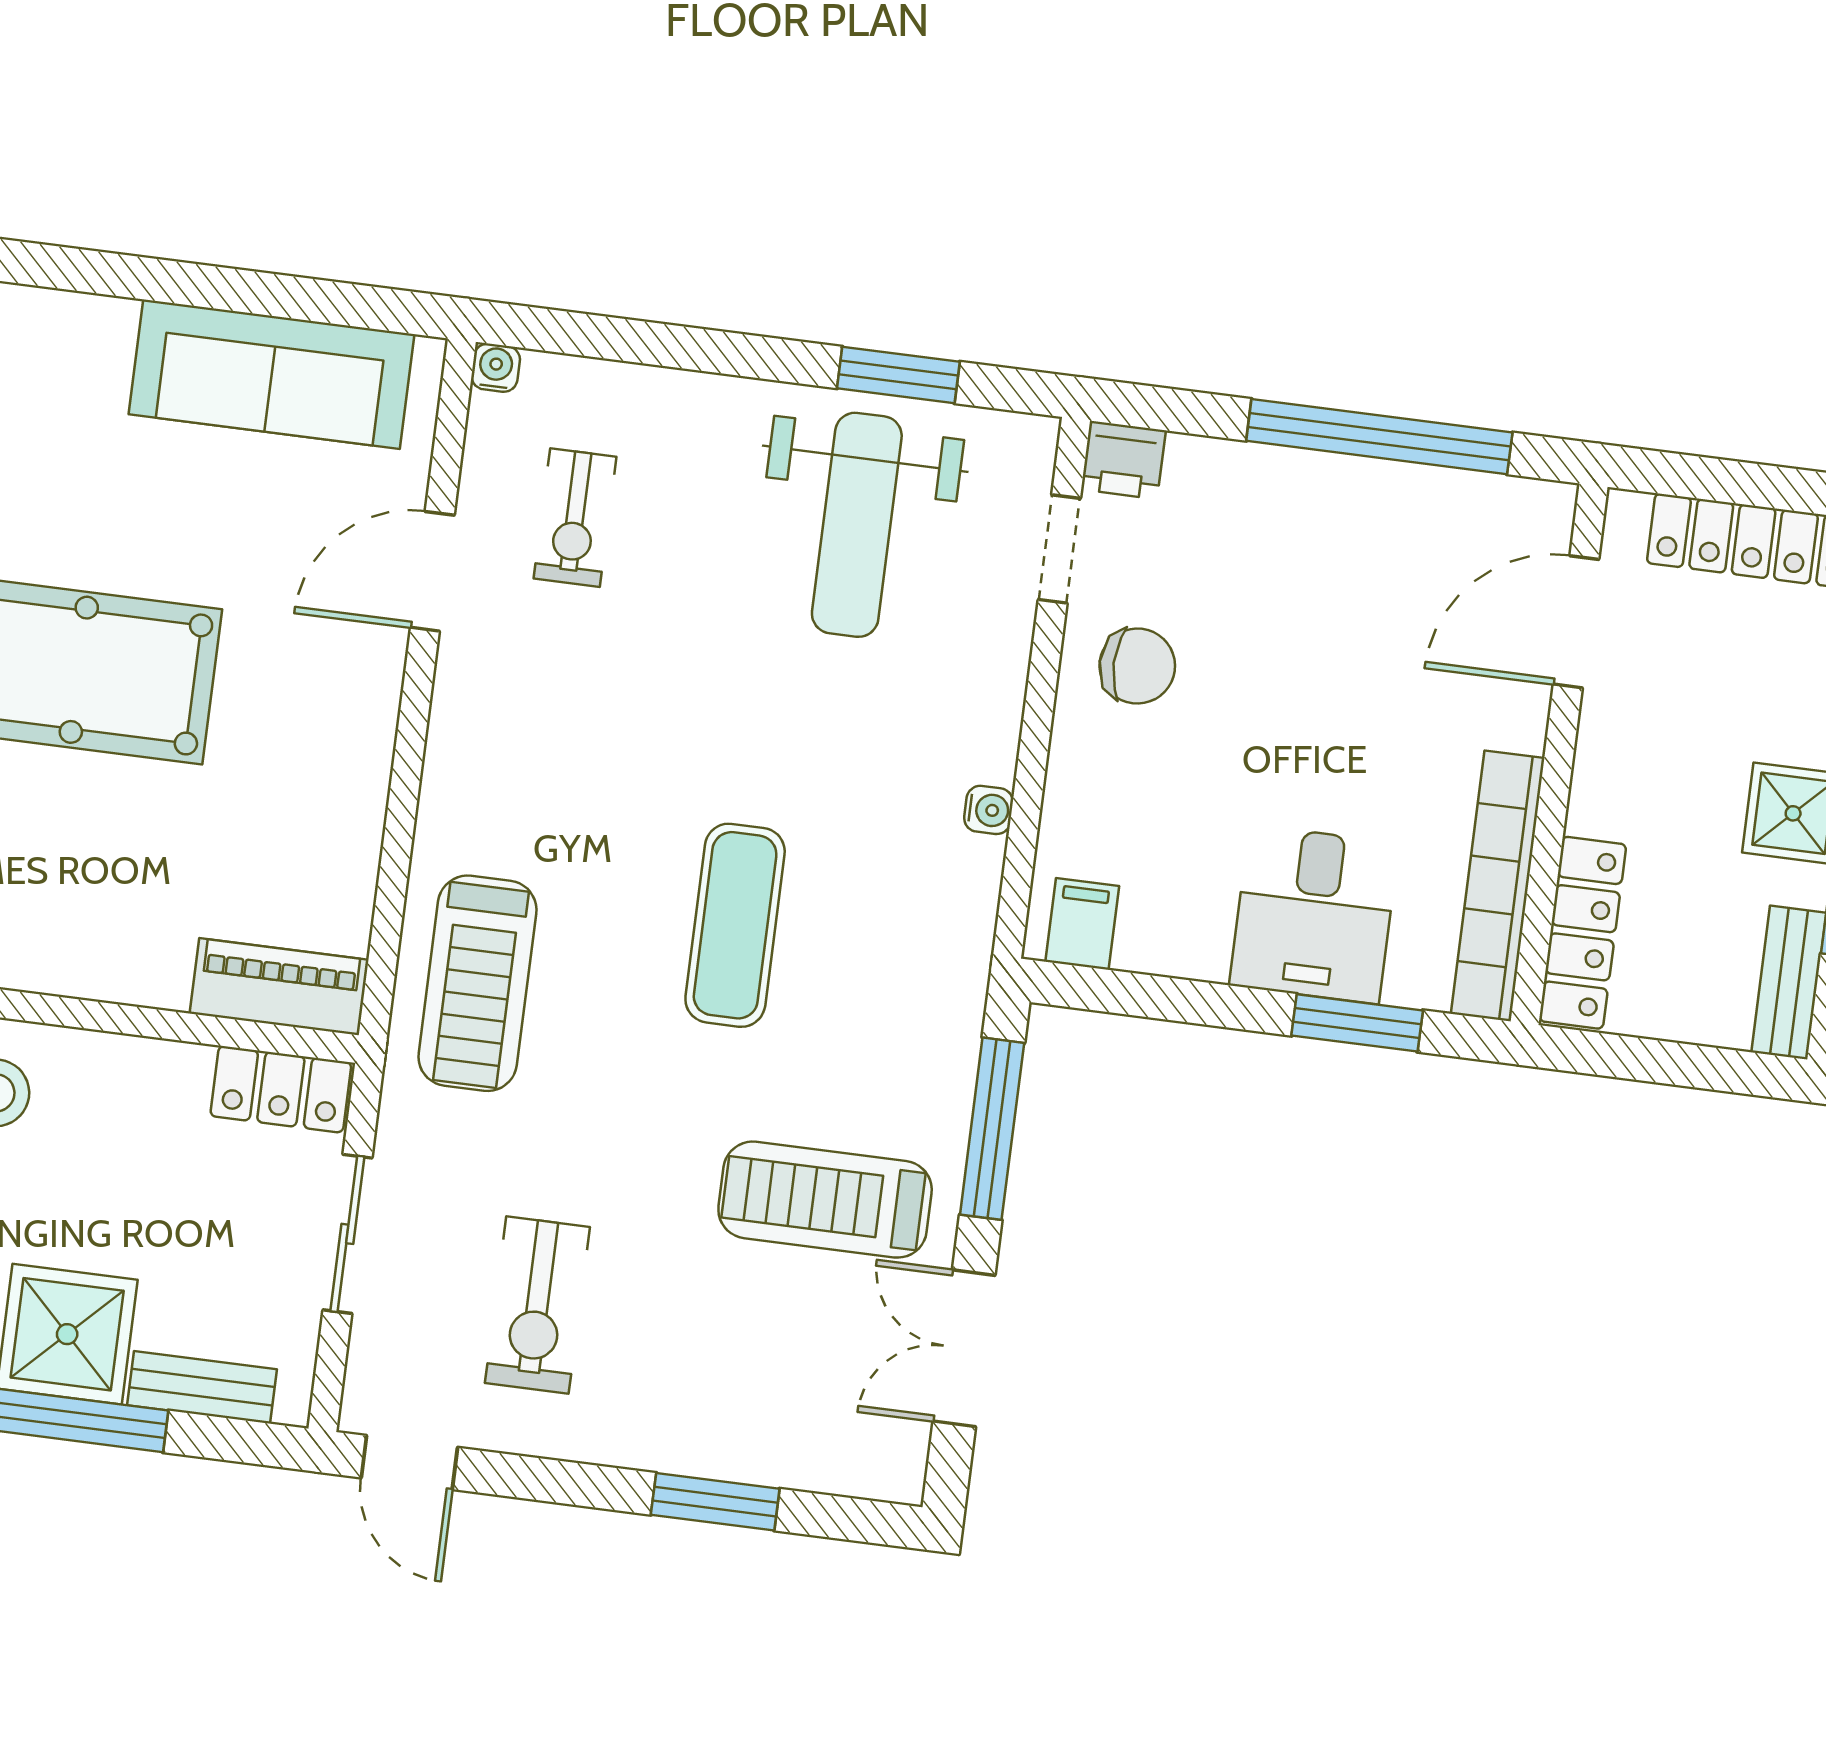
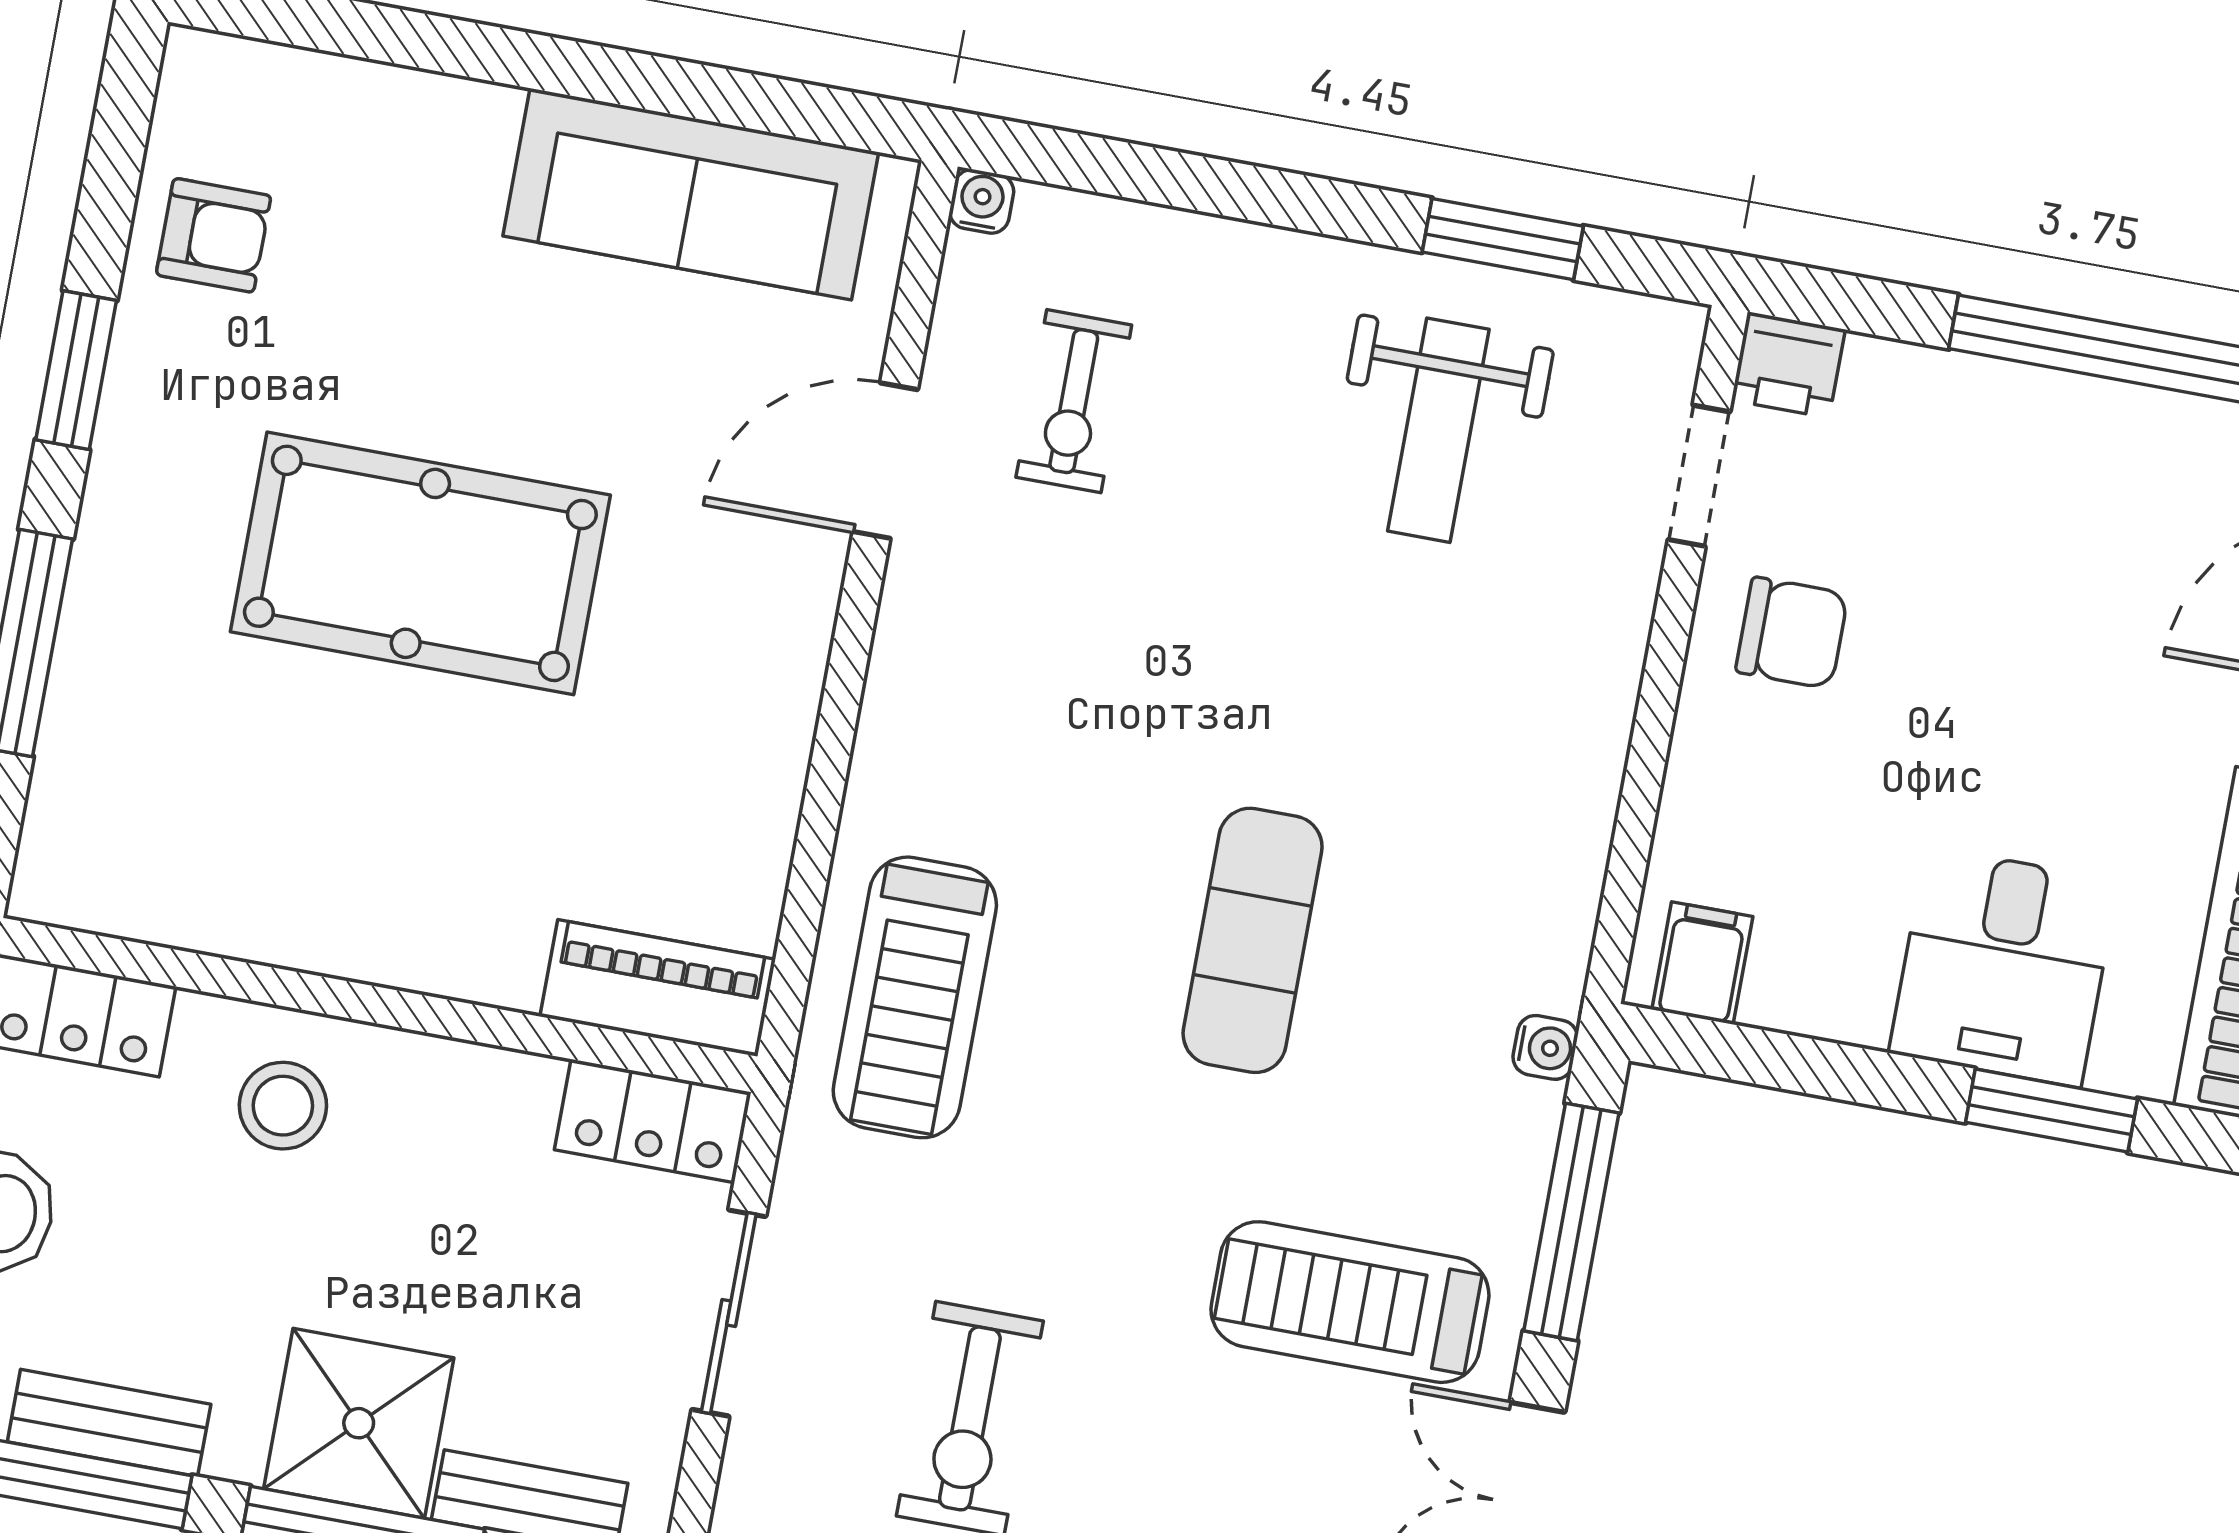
weight bench: (857, 525) -> (1438, 430), width x0.73, depth x0.75
water cooler: (989, 810) -> (1545, 1047), moved

